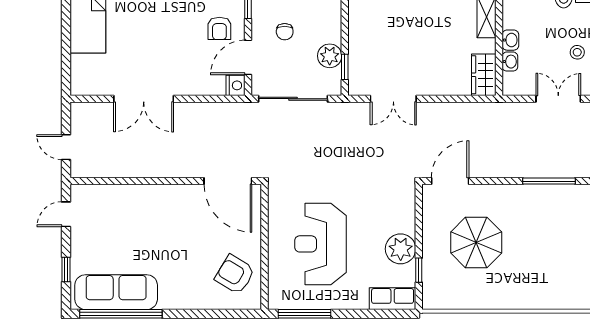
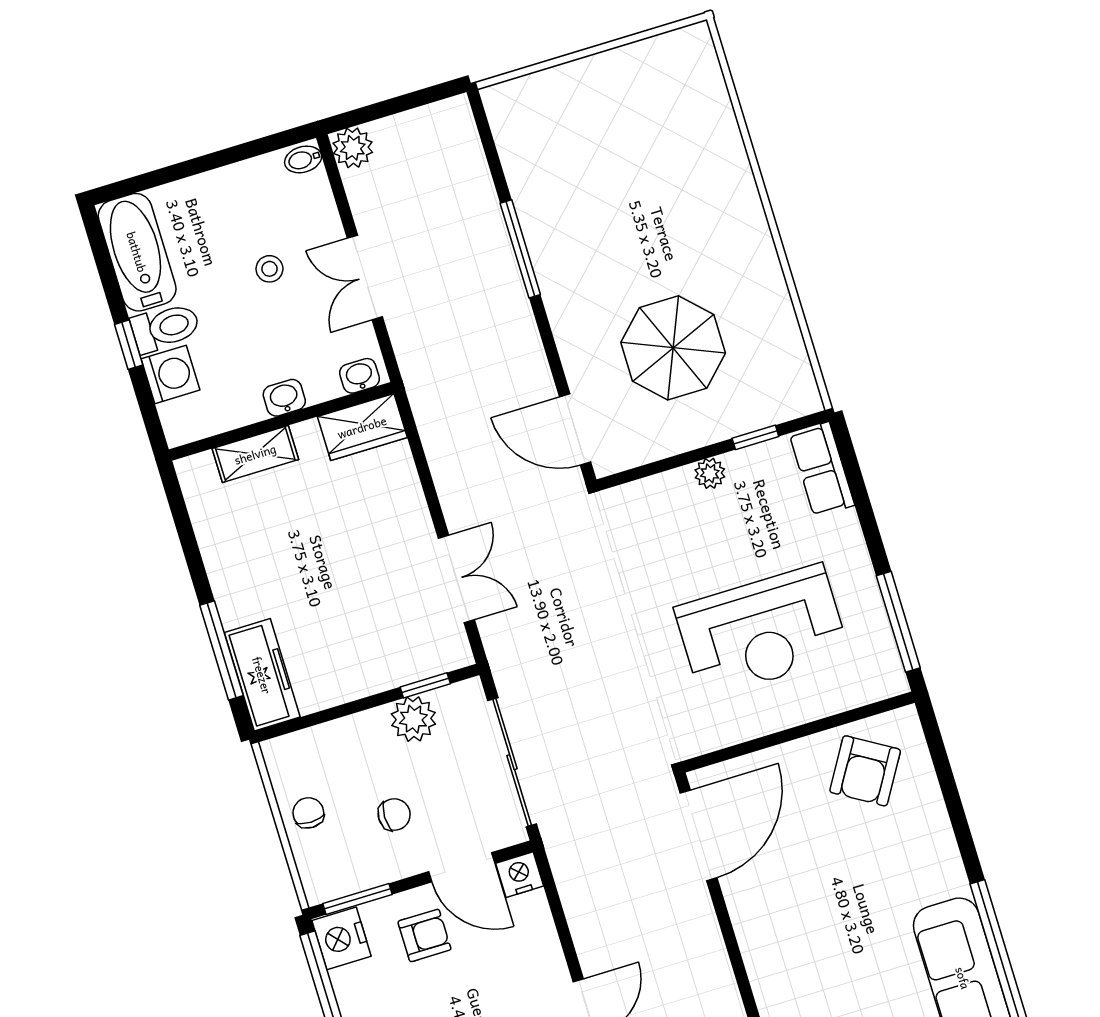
washbasin: (510, 62) -> (359, 376), moved
plant: (401, 249) -> (710, 473), width x0.53, depth x0.53

